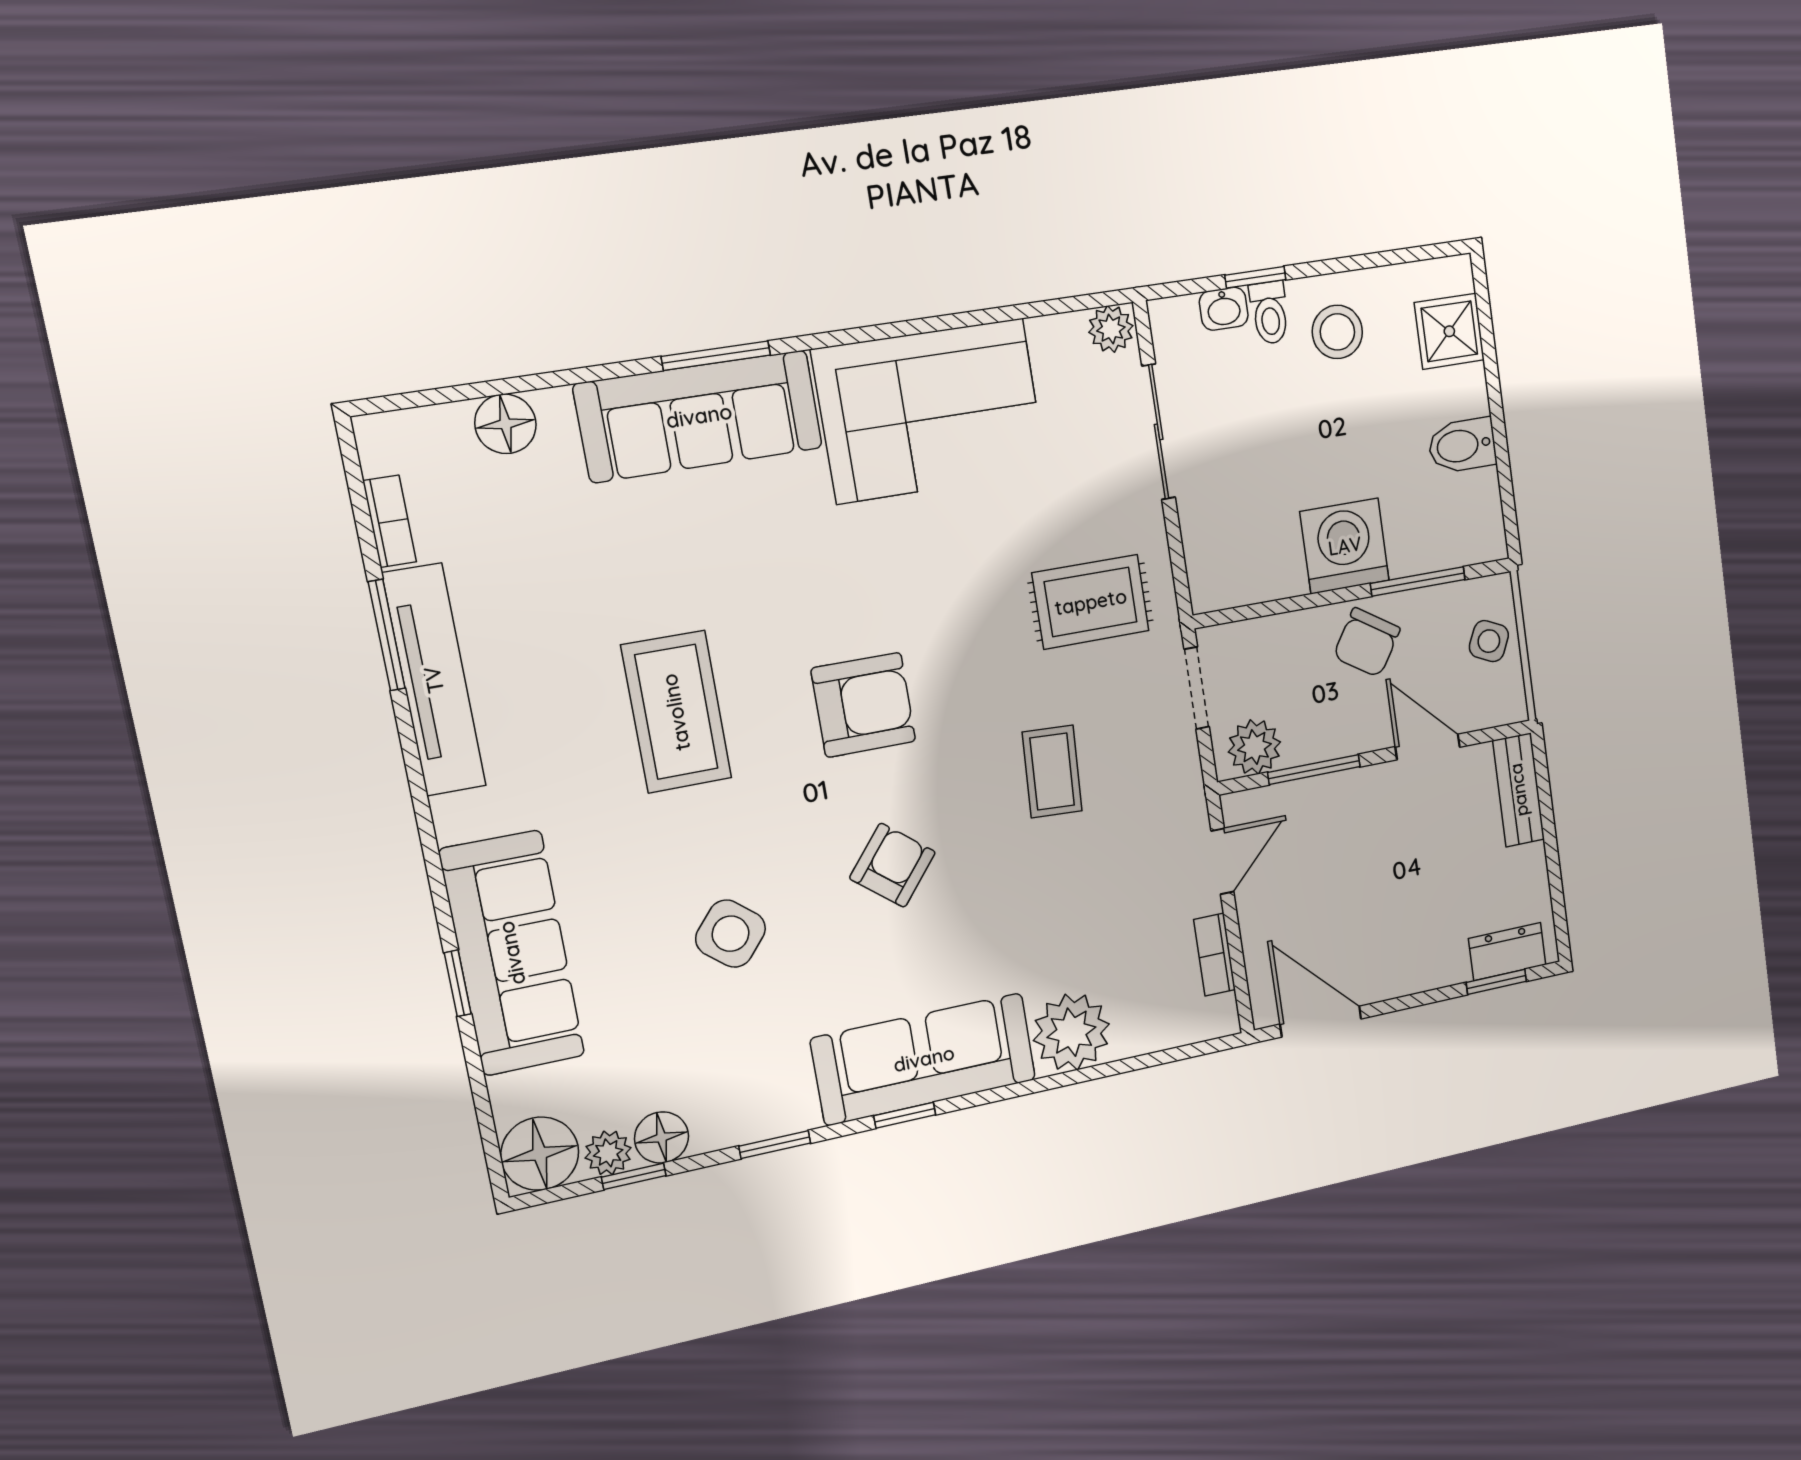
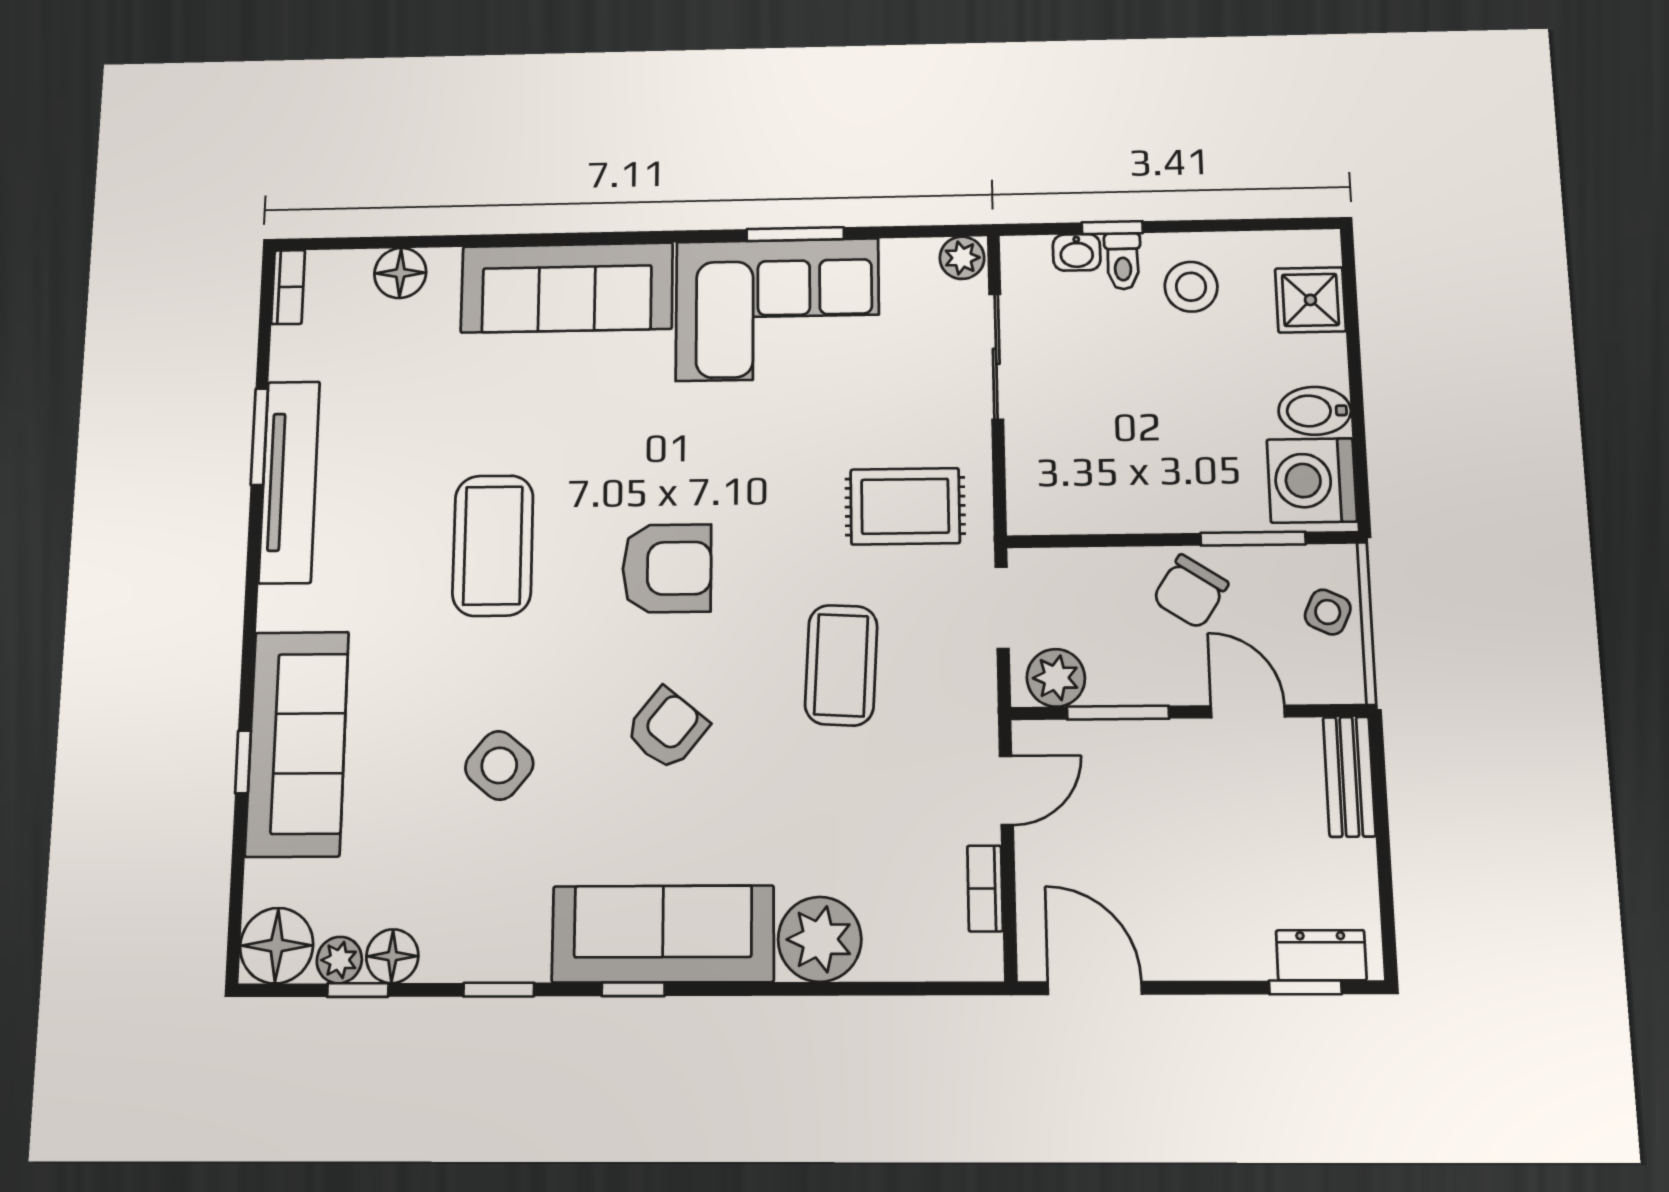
window: (716, 356) -> (795, 234), moved
bookcase: (390, 521) -> (288, 287), moved
washing machine: (1345, 546) -> (1312, 480), moved, turned -90
coffee table: (1052, 772) -> (841, 665), width x1.36, depth x1.30

